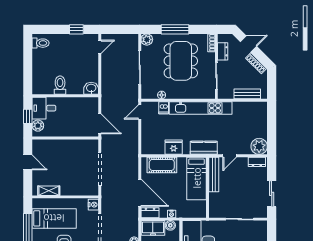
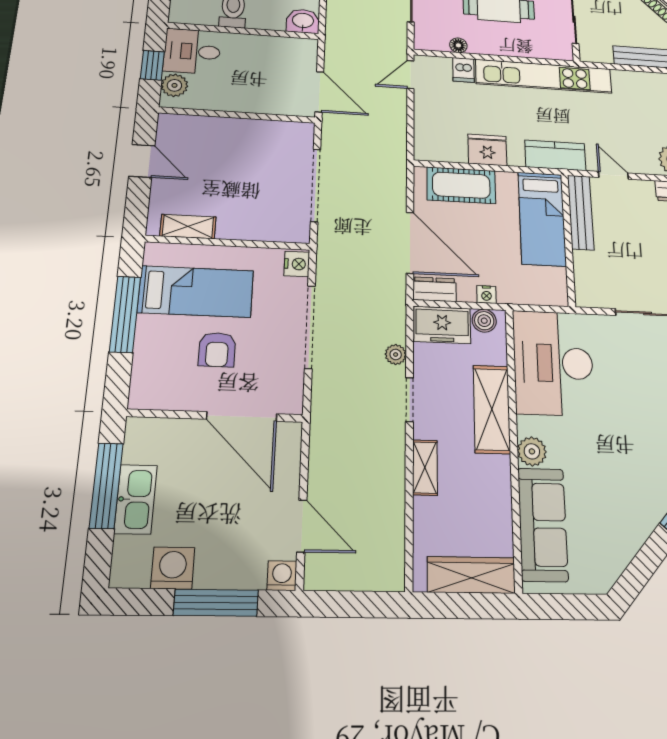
door: (230, 156) -> (613, 175), swing flipped

